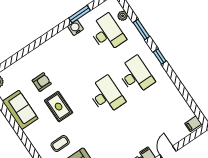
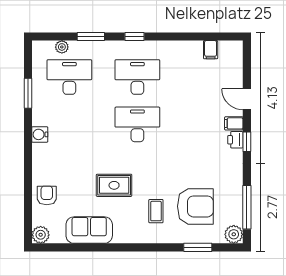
water cooler: (75, 28) -> (40, 134), moved
armchair: (42, 82) -> (47, 195), moved
filing cabinet: (193, 124) -> (211, 50), moved

